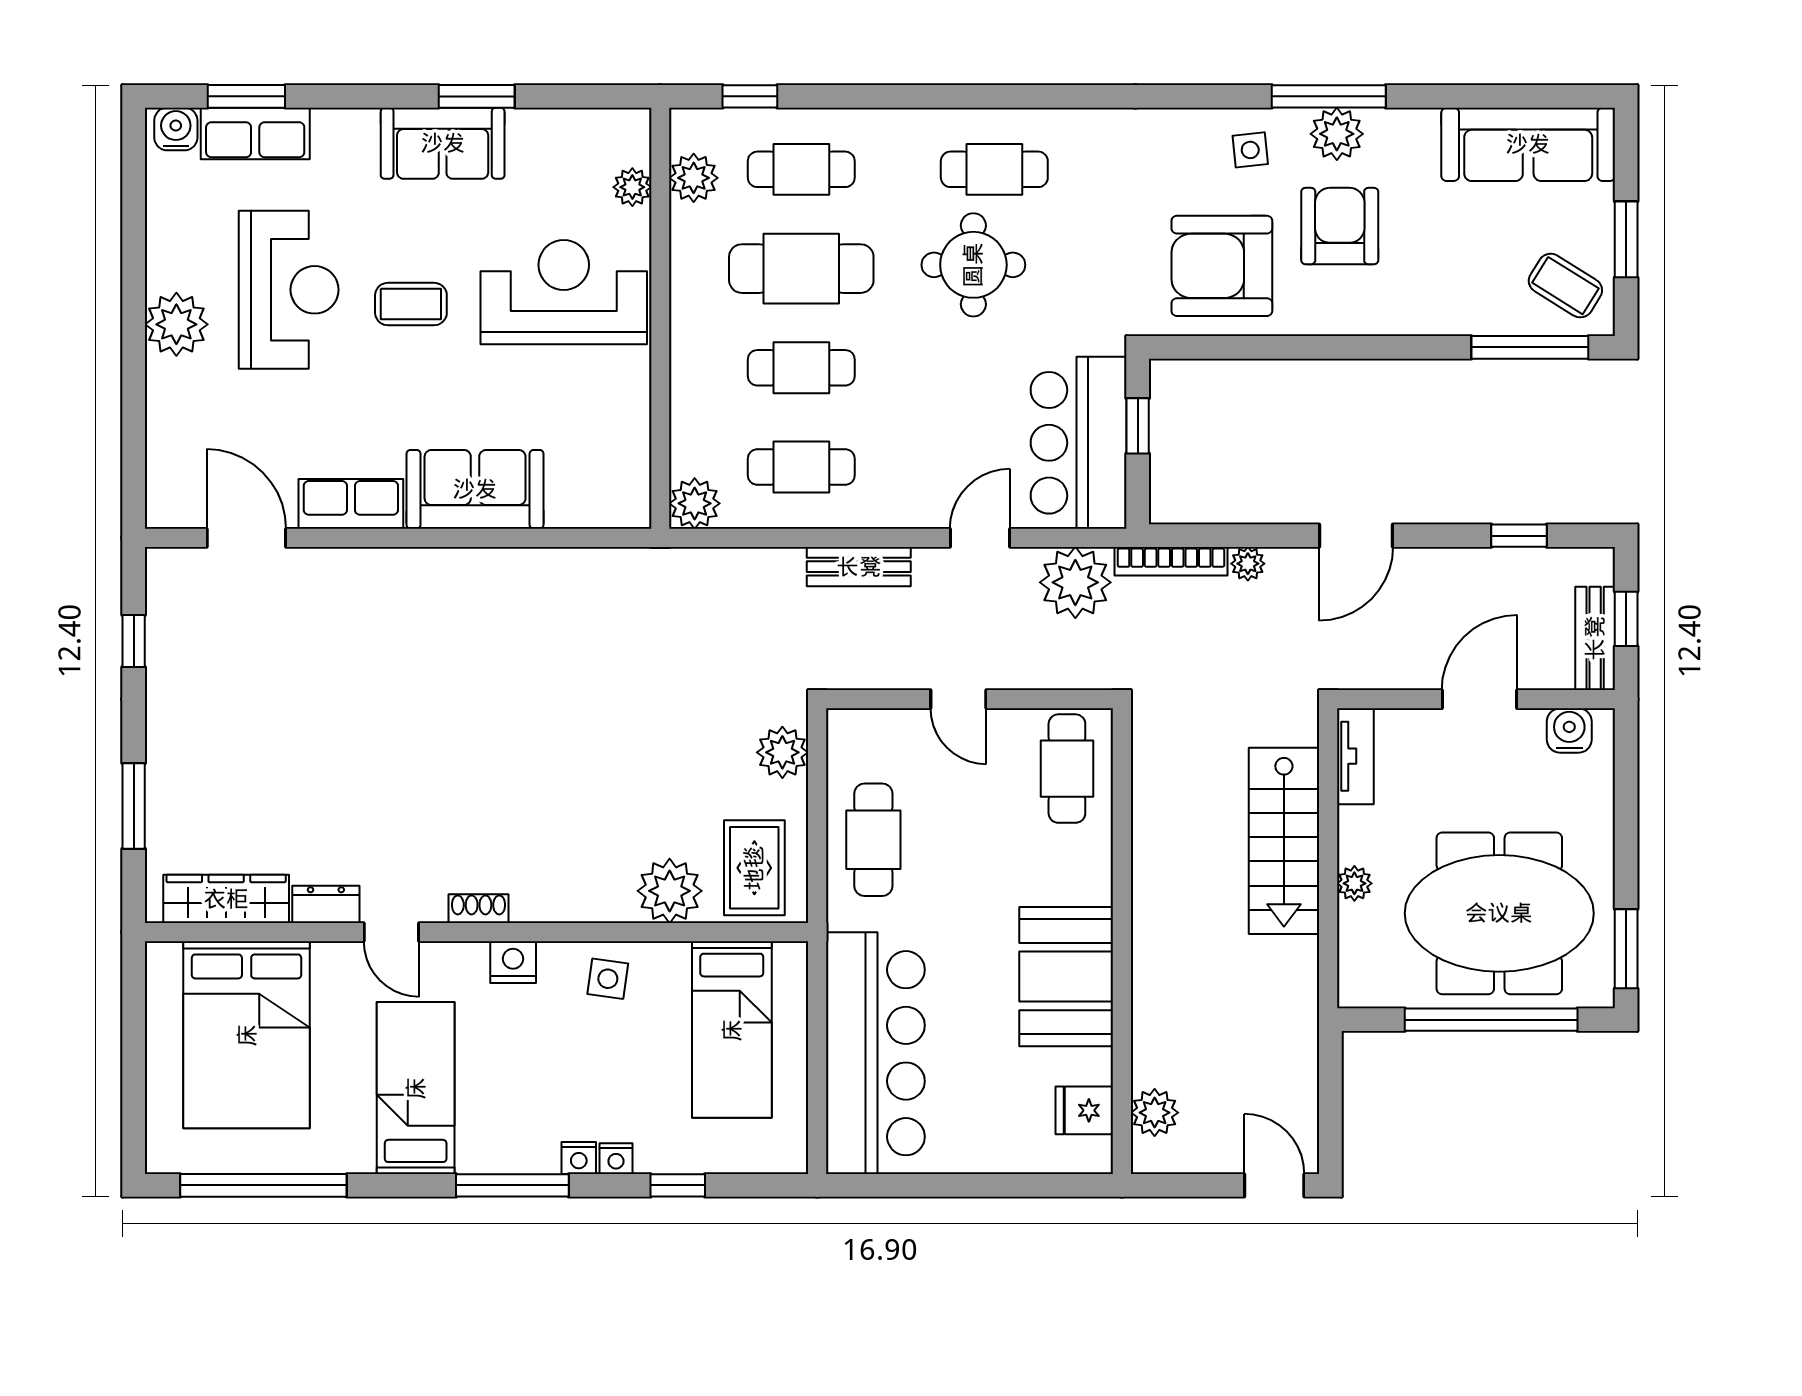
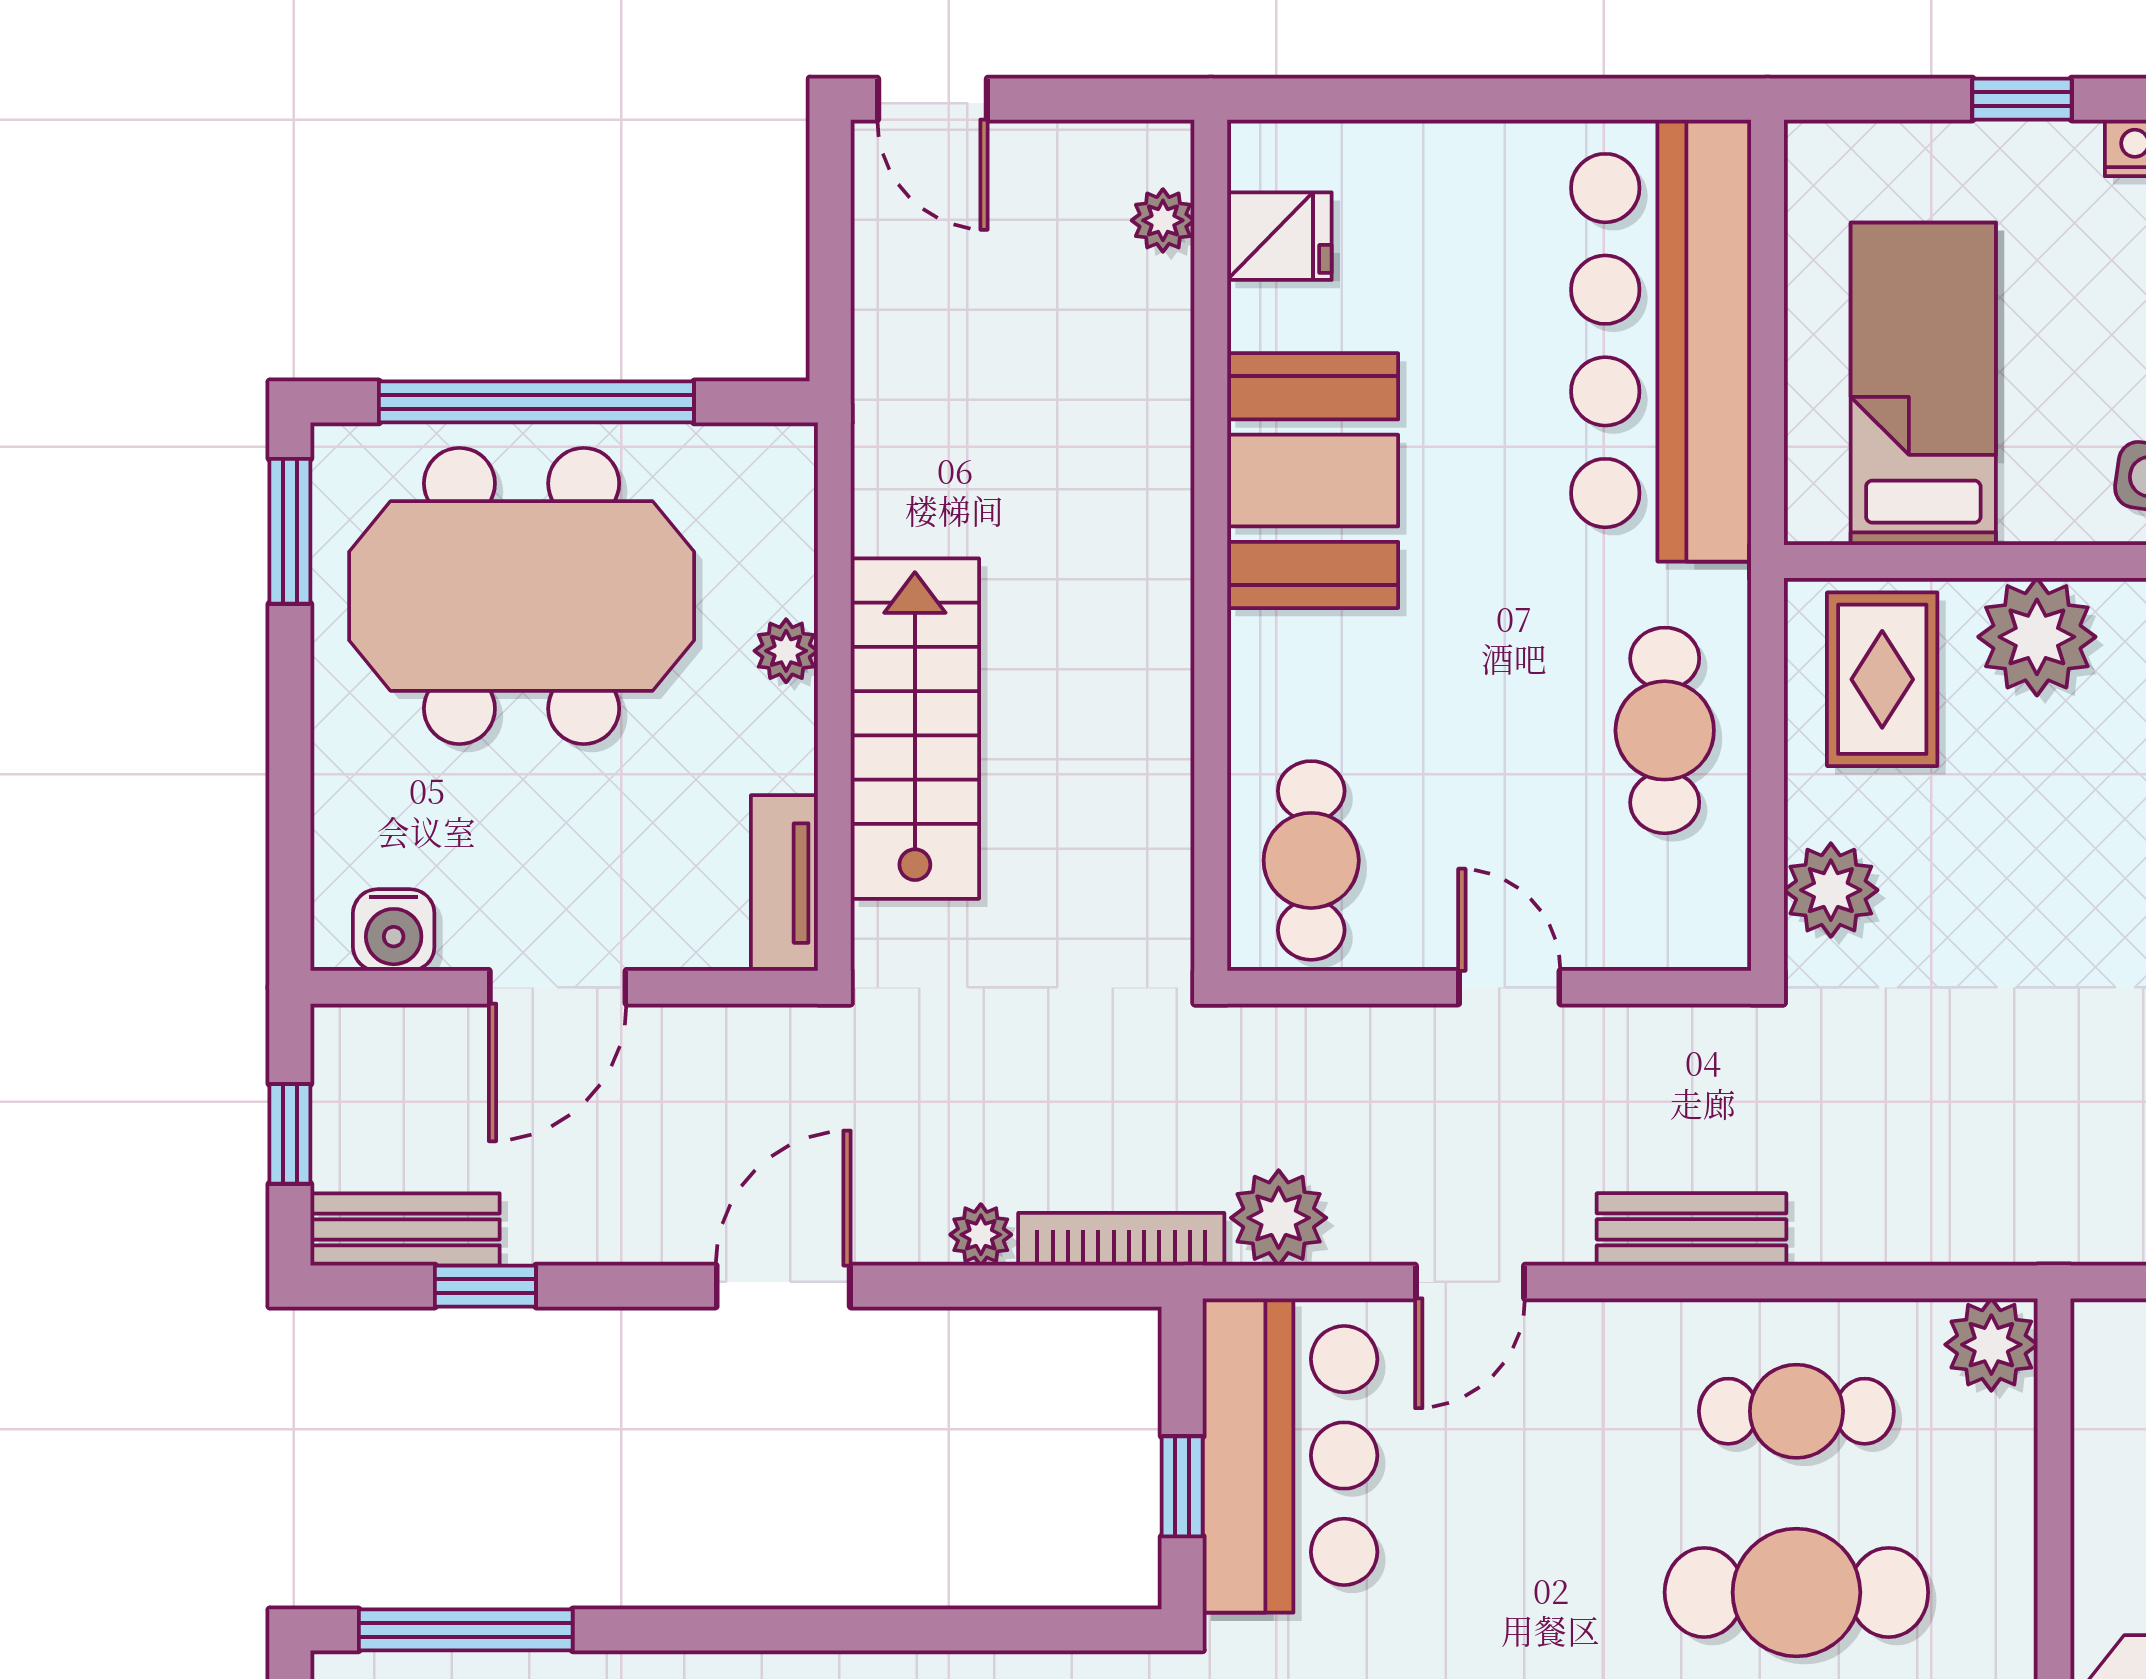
cafe table: (801, 368) -> (1796, 1592), width x1.37, depth x1.35
plant: (1075, 582) -> (1279, 1218), width x0.73, depth x0.73
bench: (1595, 638) -> (405, 1229), moved, turned 90
plant: (1155, 1113) -> (1163, 220), width x0.73, depth x0.73

